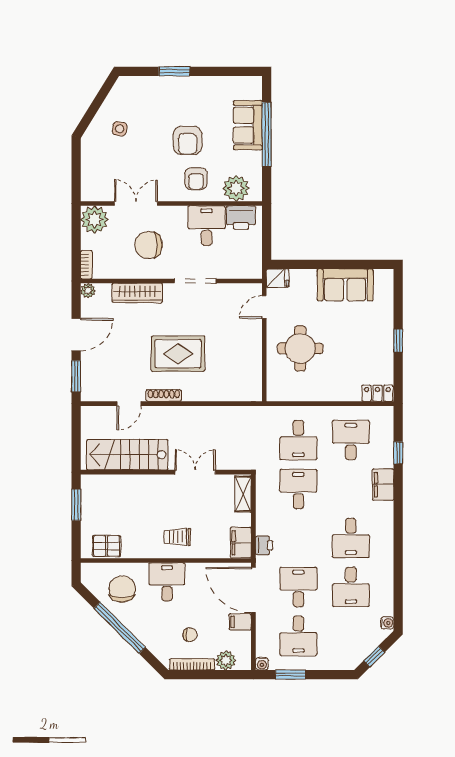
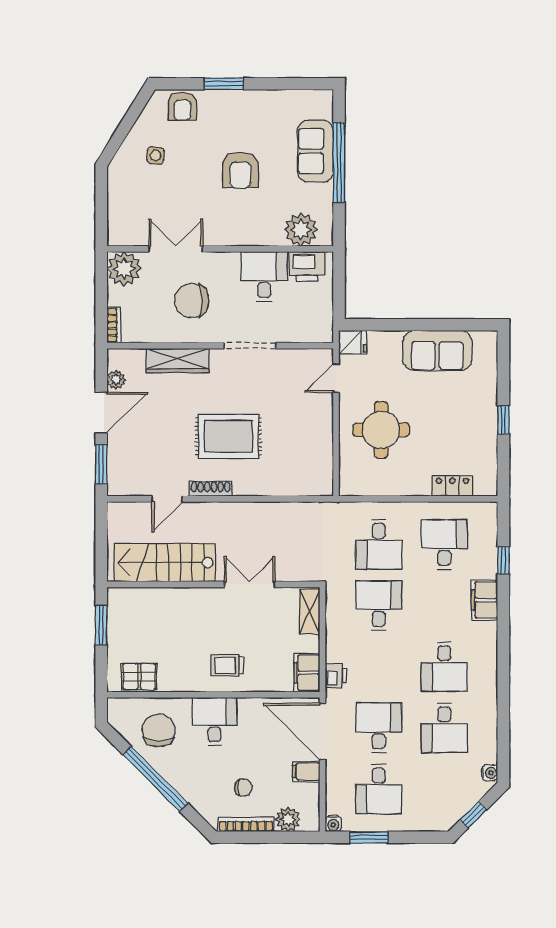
armchair: (196, 179) -> (182, 106), moved
plant: (88, 291) -> (116, 380), moved
locker: (377, 393) -> (452, 486), moved

